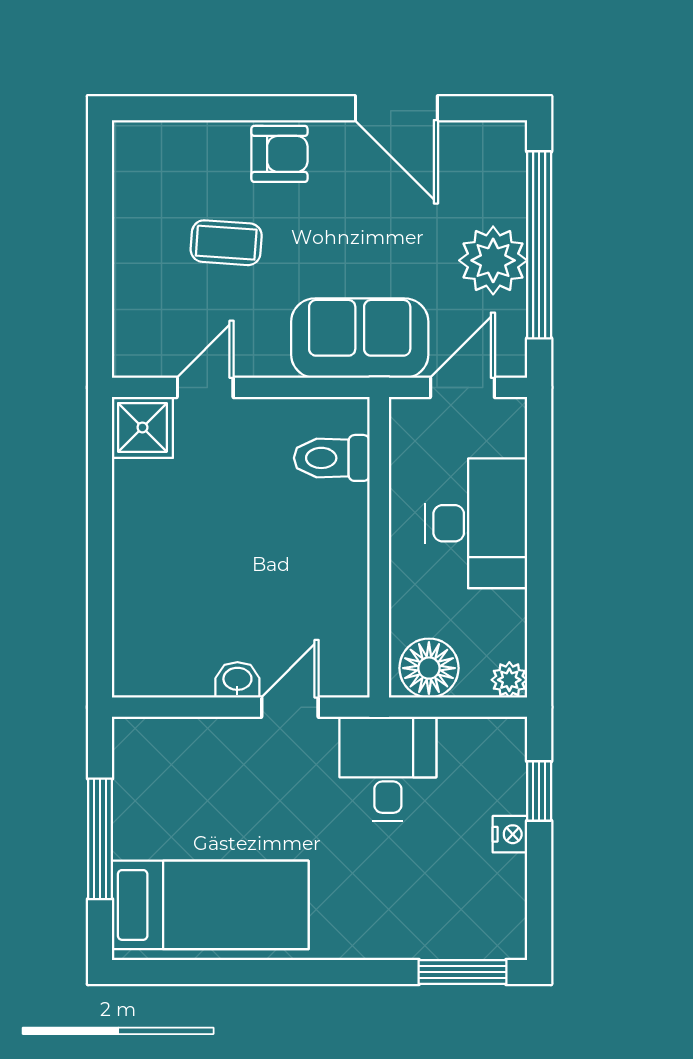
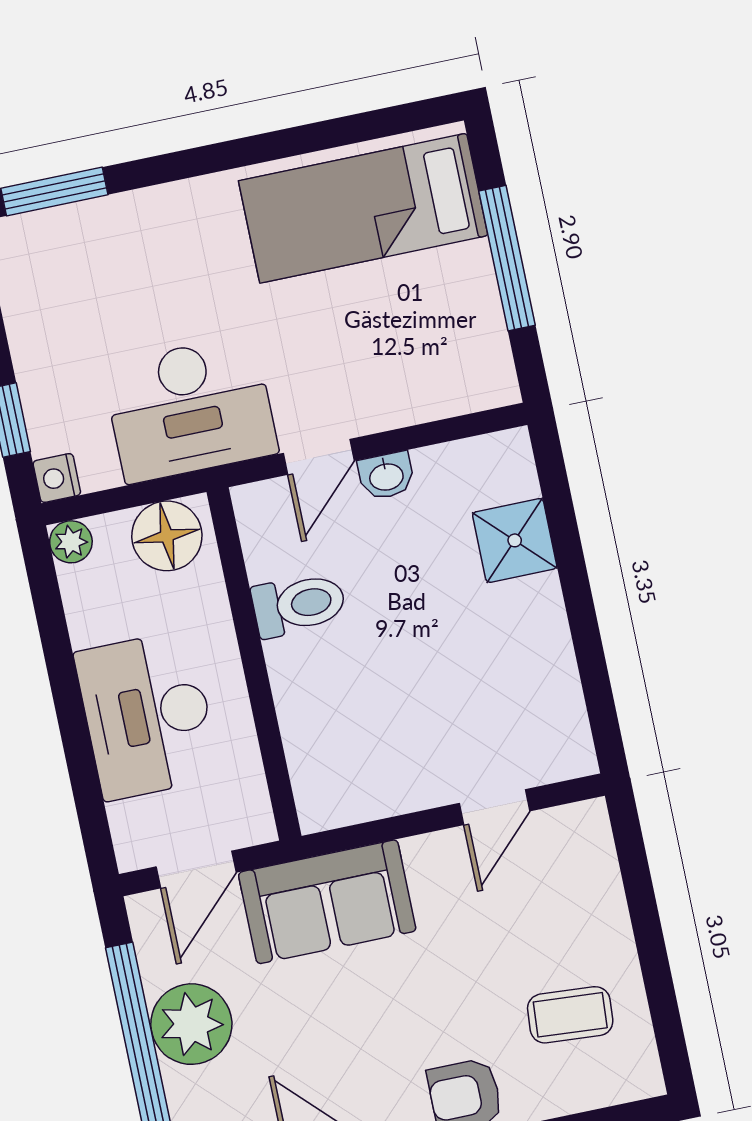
coffee table: (226, 243) -> (570, 1015), moved
shower: (142, 427) -> (515, 540), moved
toilet: (332, 458) -> (299, 605), moved
desk: (388, 769) -> (190, 409), width x1.37
nightstand: (510, 834) -> (57, 478), moved

